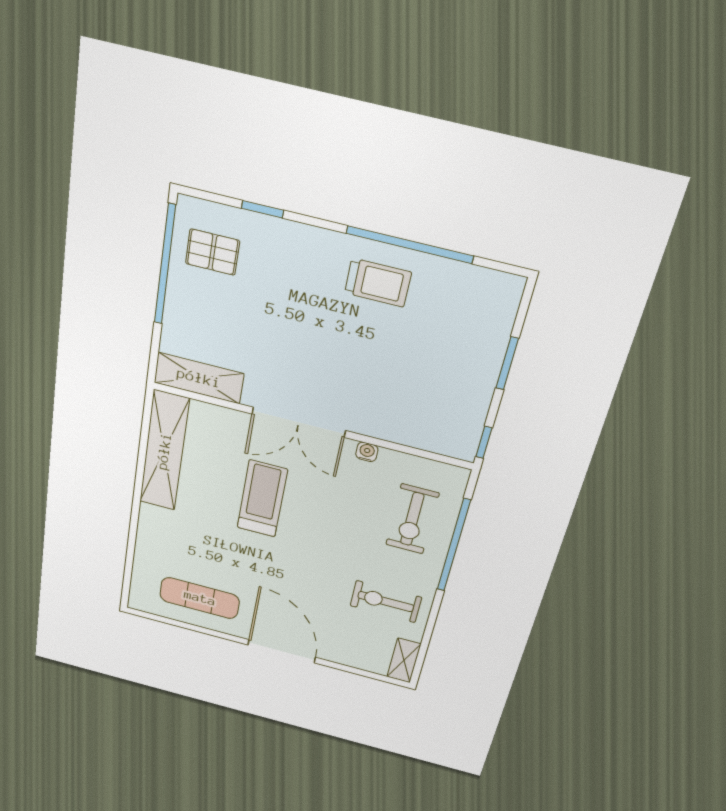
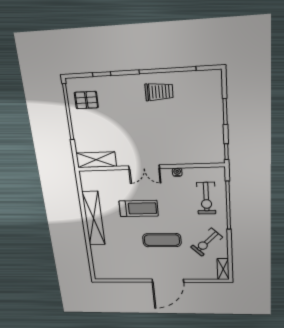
double door: (299, 422) -> (144, 167), width x0.73
shelving: (164, 451) -> (94, 218), moved
treadmill: (262, 499) -> (139, 208), turned 90
exercise mat: (200, 598) -> (162, 240), moved
exercise bike: (386, 602) -> (207, 242), turned -45
door: (282, 651) -> (168, 281), swing flipped

